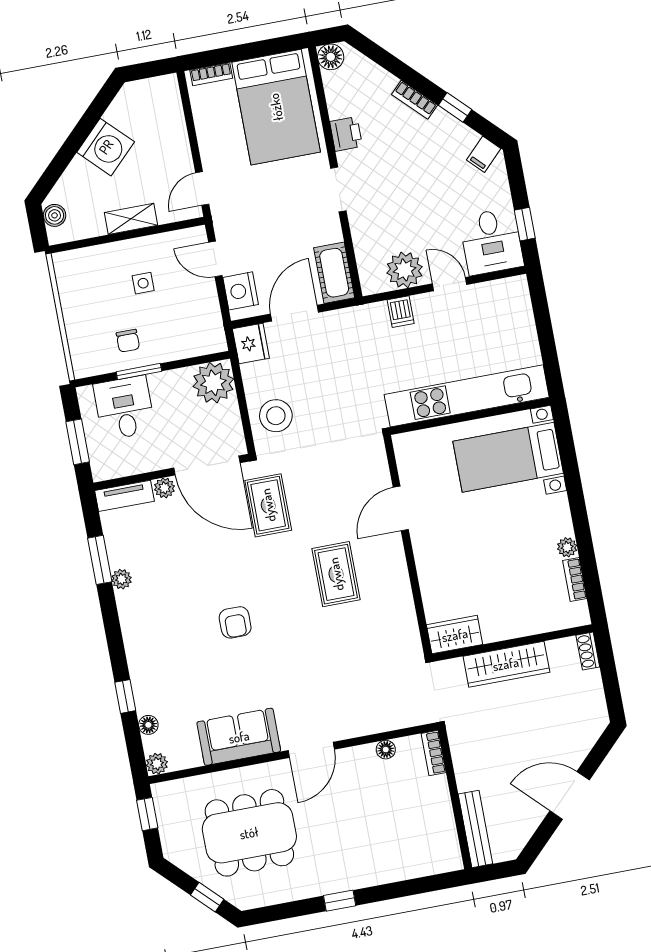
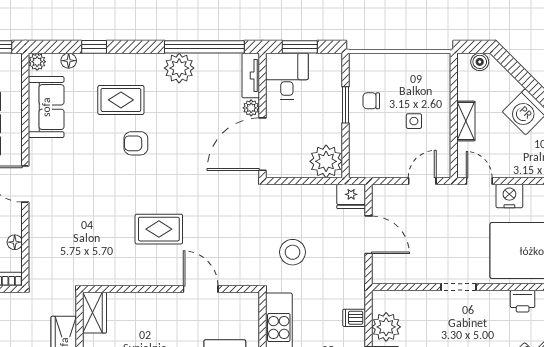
printer: (346, 134) -> (523, 301), moved
cot: (334, 273) -> (394, 272), removed
nightstand: (241, 291) -> (509, 196), moved
desk: (124, 408) -> (287, 76), moved, turned -90
stool: (276, 416) -> (293, 252), moved
rug: (268, 505) -> (121, 100), moved
window: (100, 560) -> (204, 47), width x2.11
plant: (122, 579) -> (179, 68), width x1.88, depth x1.88
sofa: (239, 737) -> (46, 107), moved

